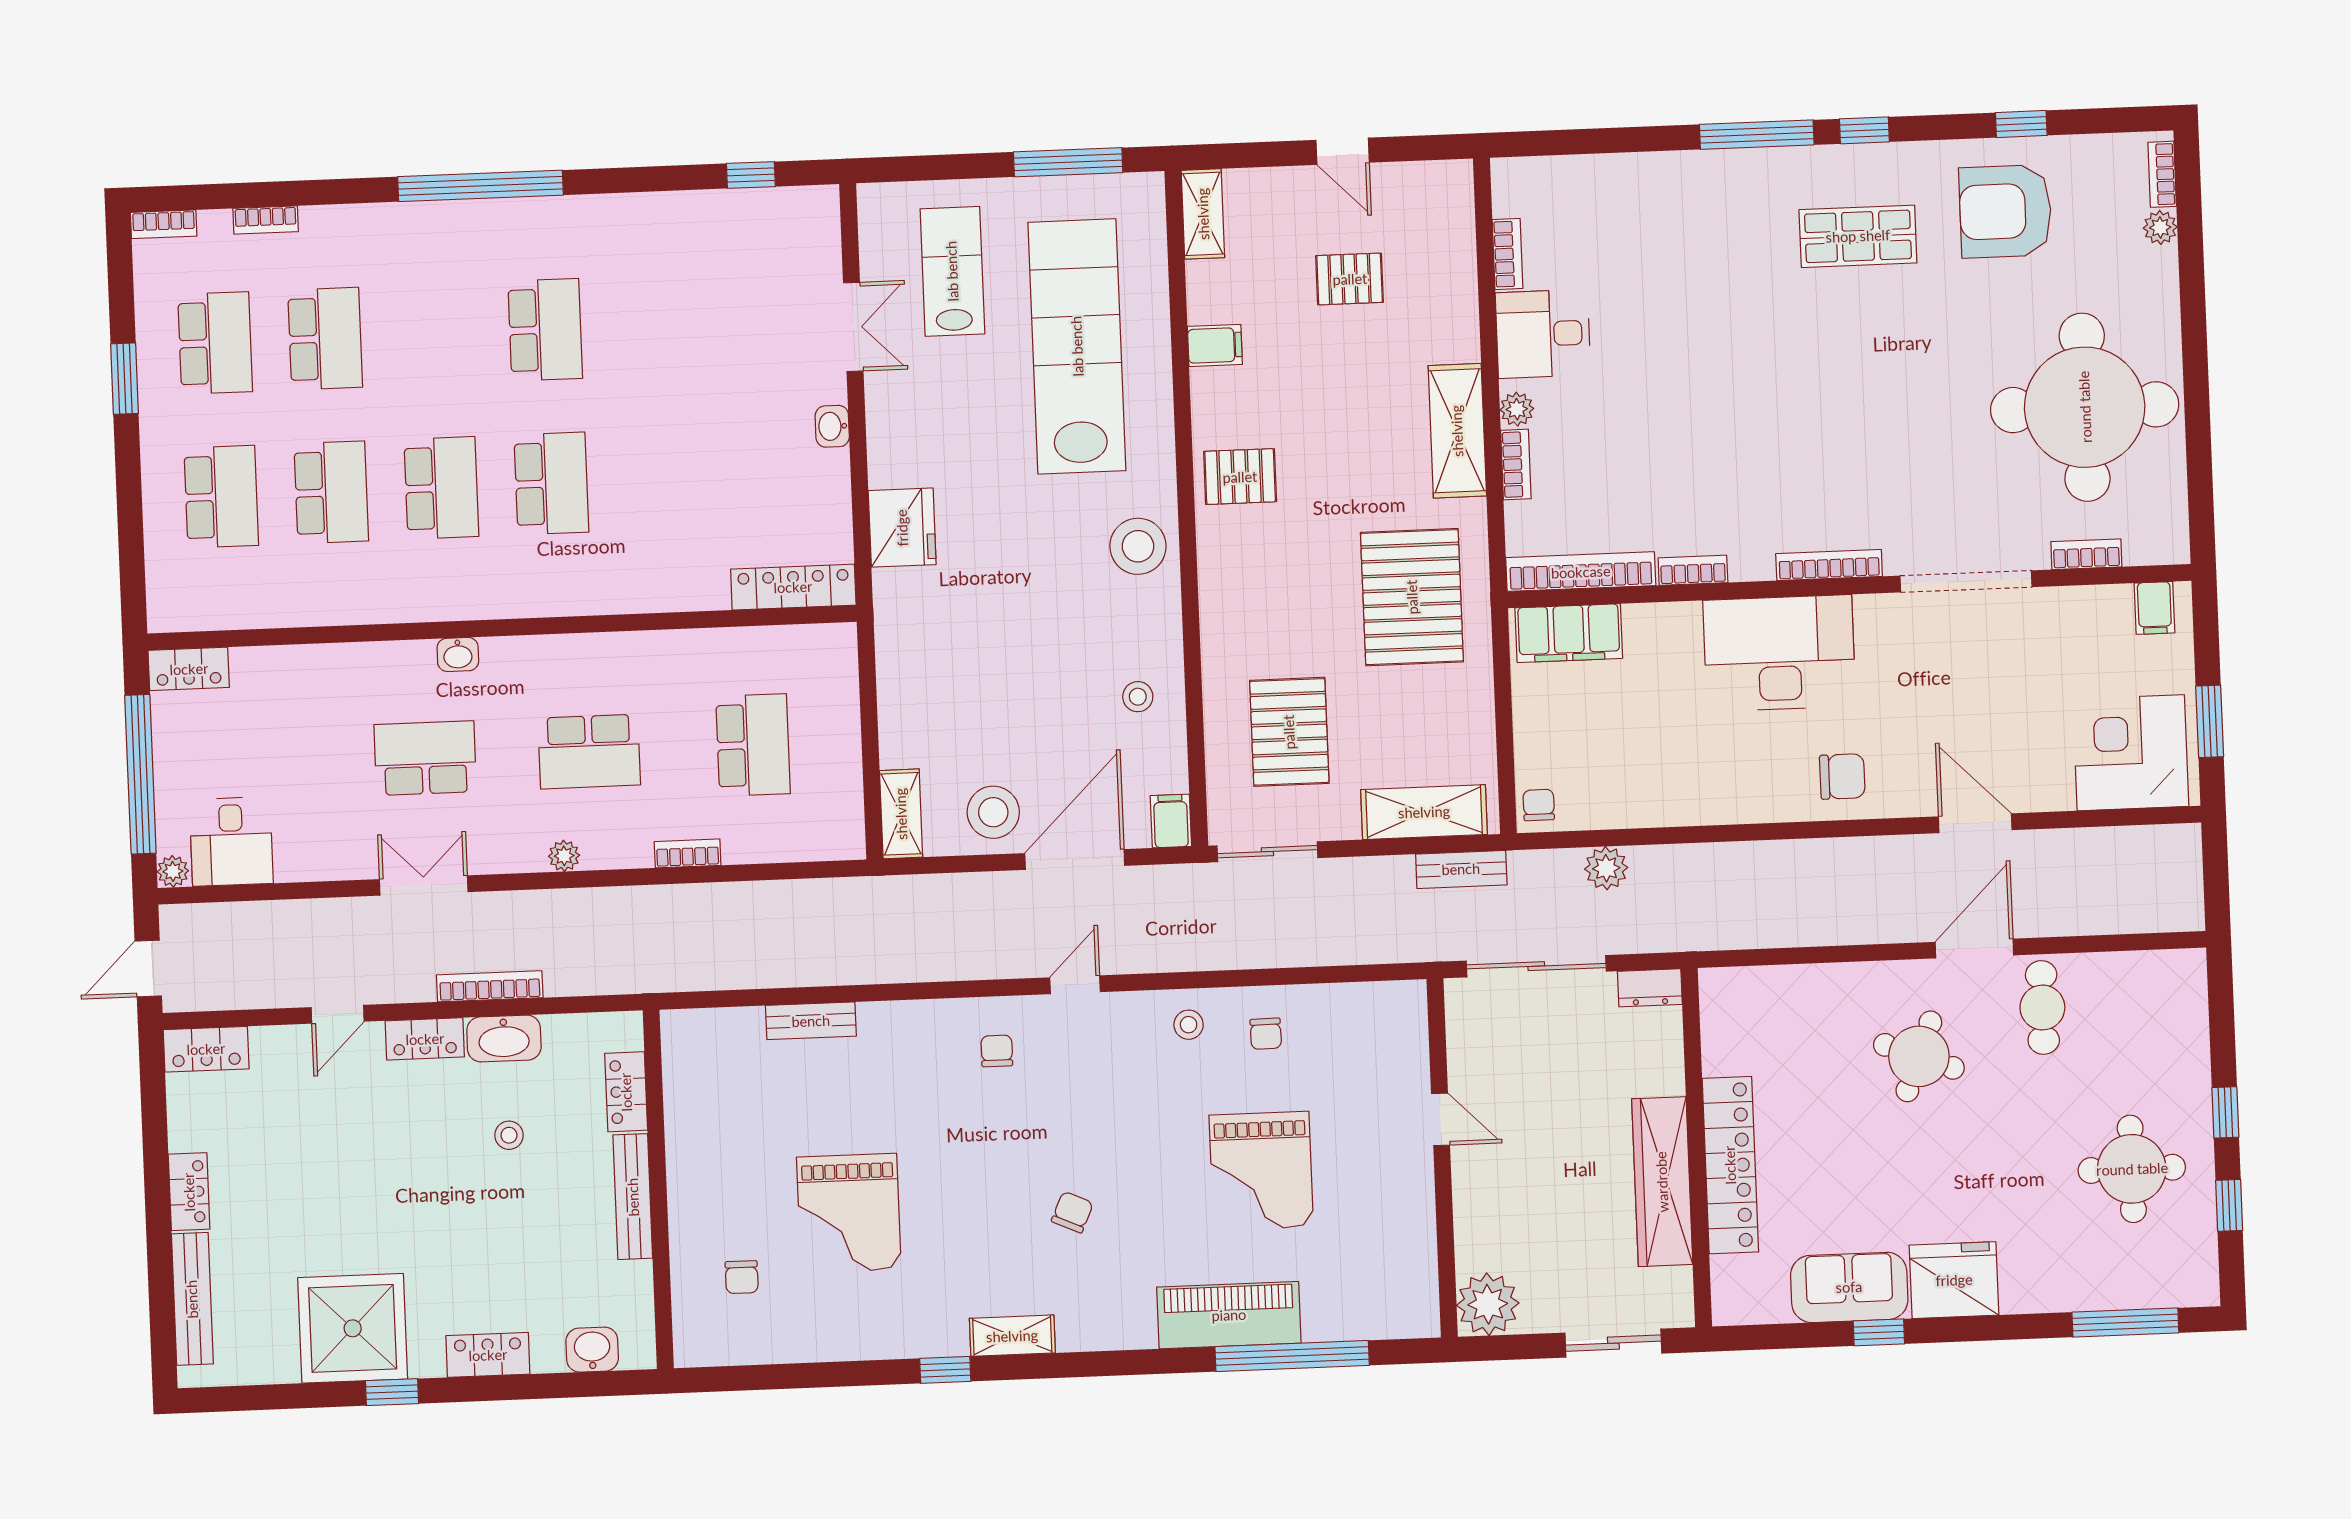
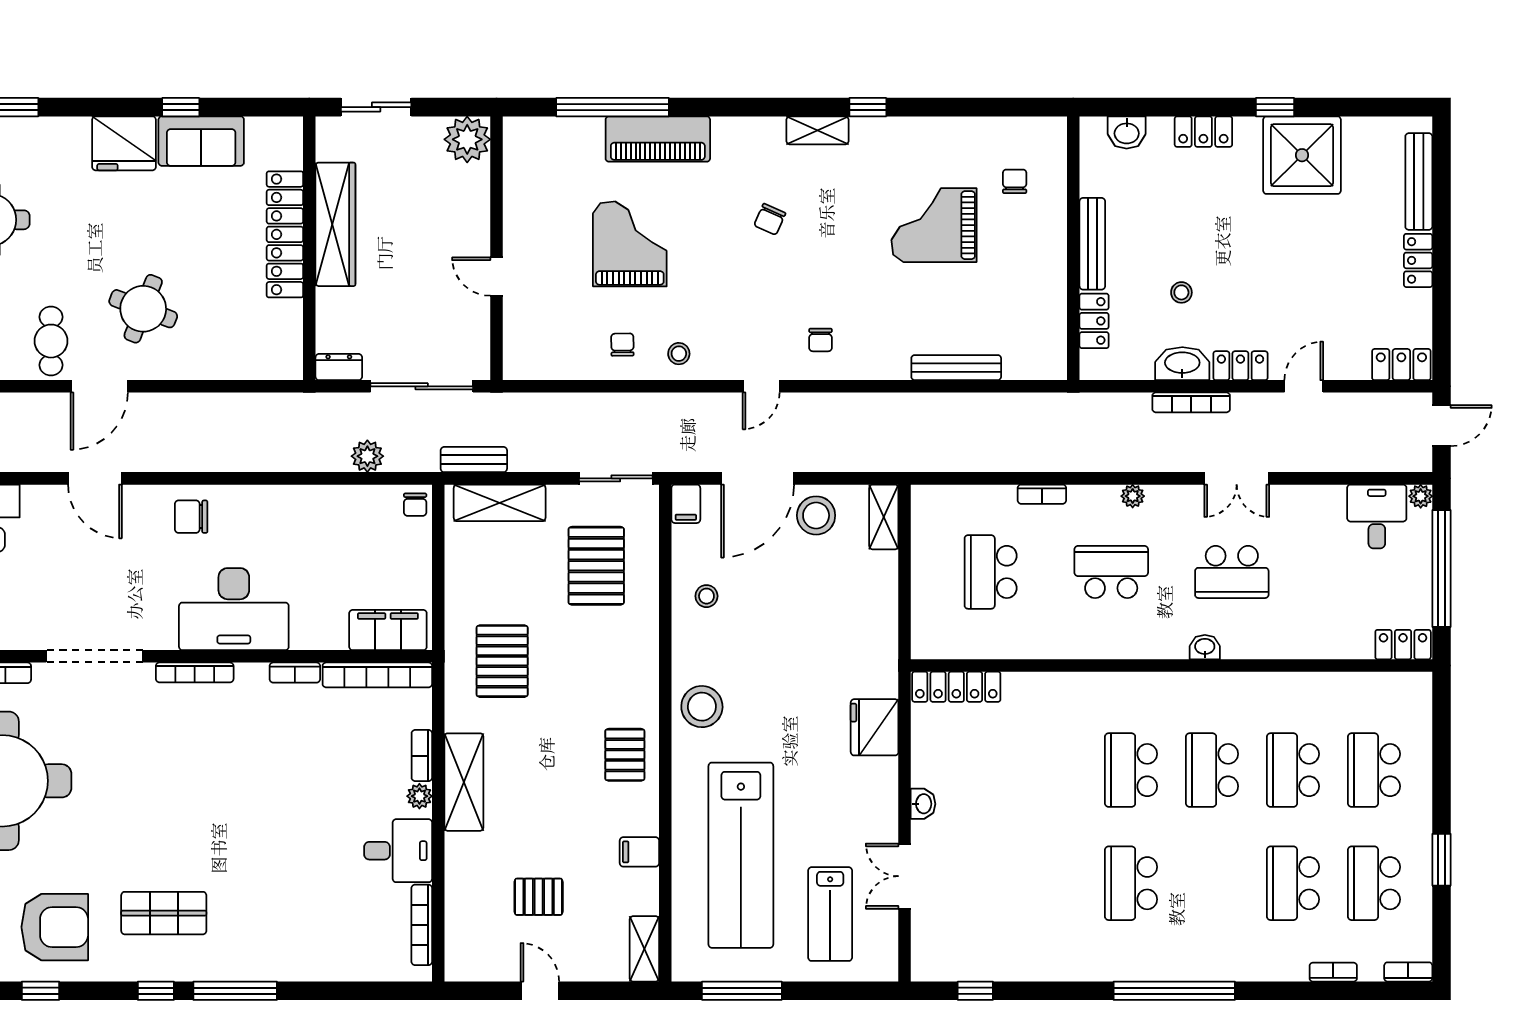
bookcase: (1508, 254) -> (422, 925), width x1.56
pallet: (1240, 477) -> (625, 755), turned 90
pallet: (1412, 597) -> (502, 661), width x0.73, depth x0.71
bench: (811, 1021) -> (956, 368), width x1.36
grand piano: (849, 1213) -> (934, 225), turned -90

